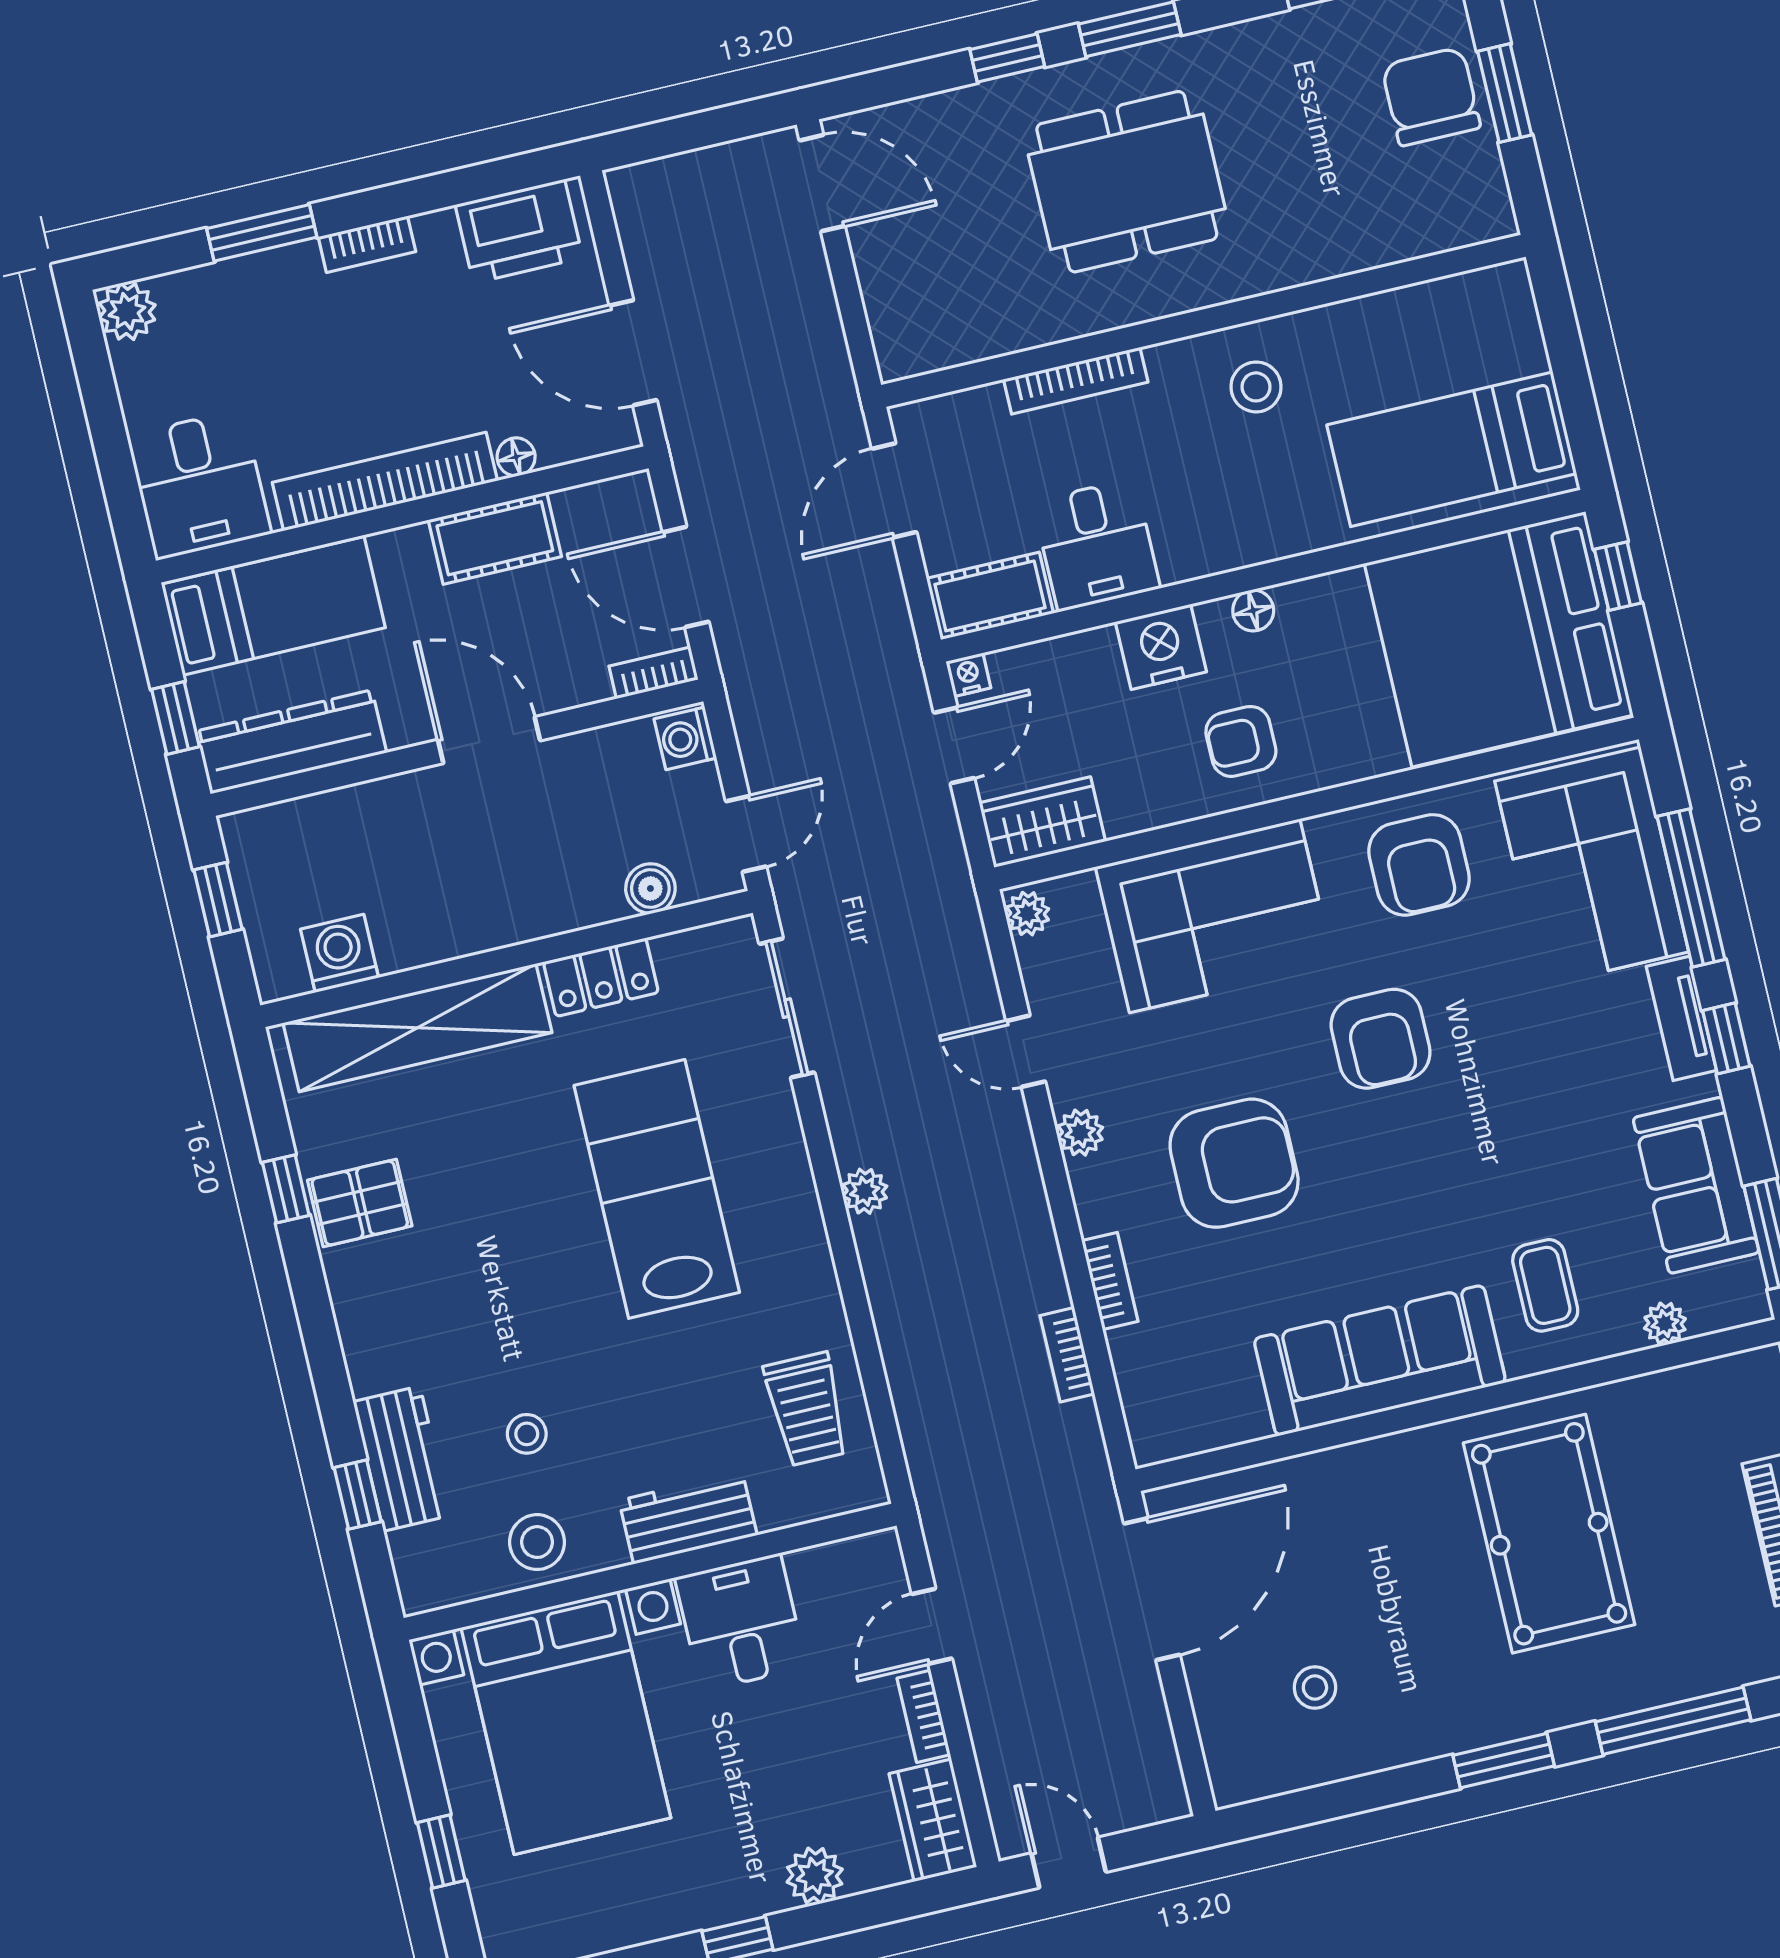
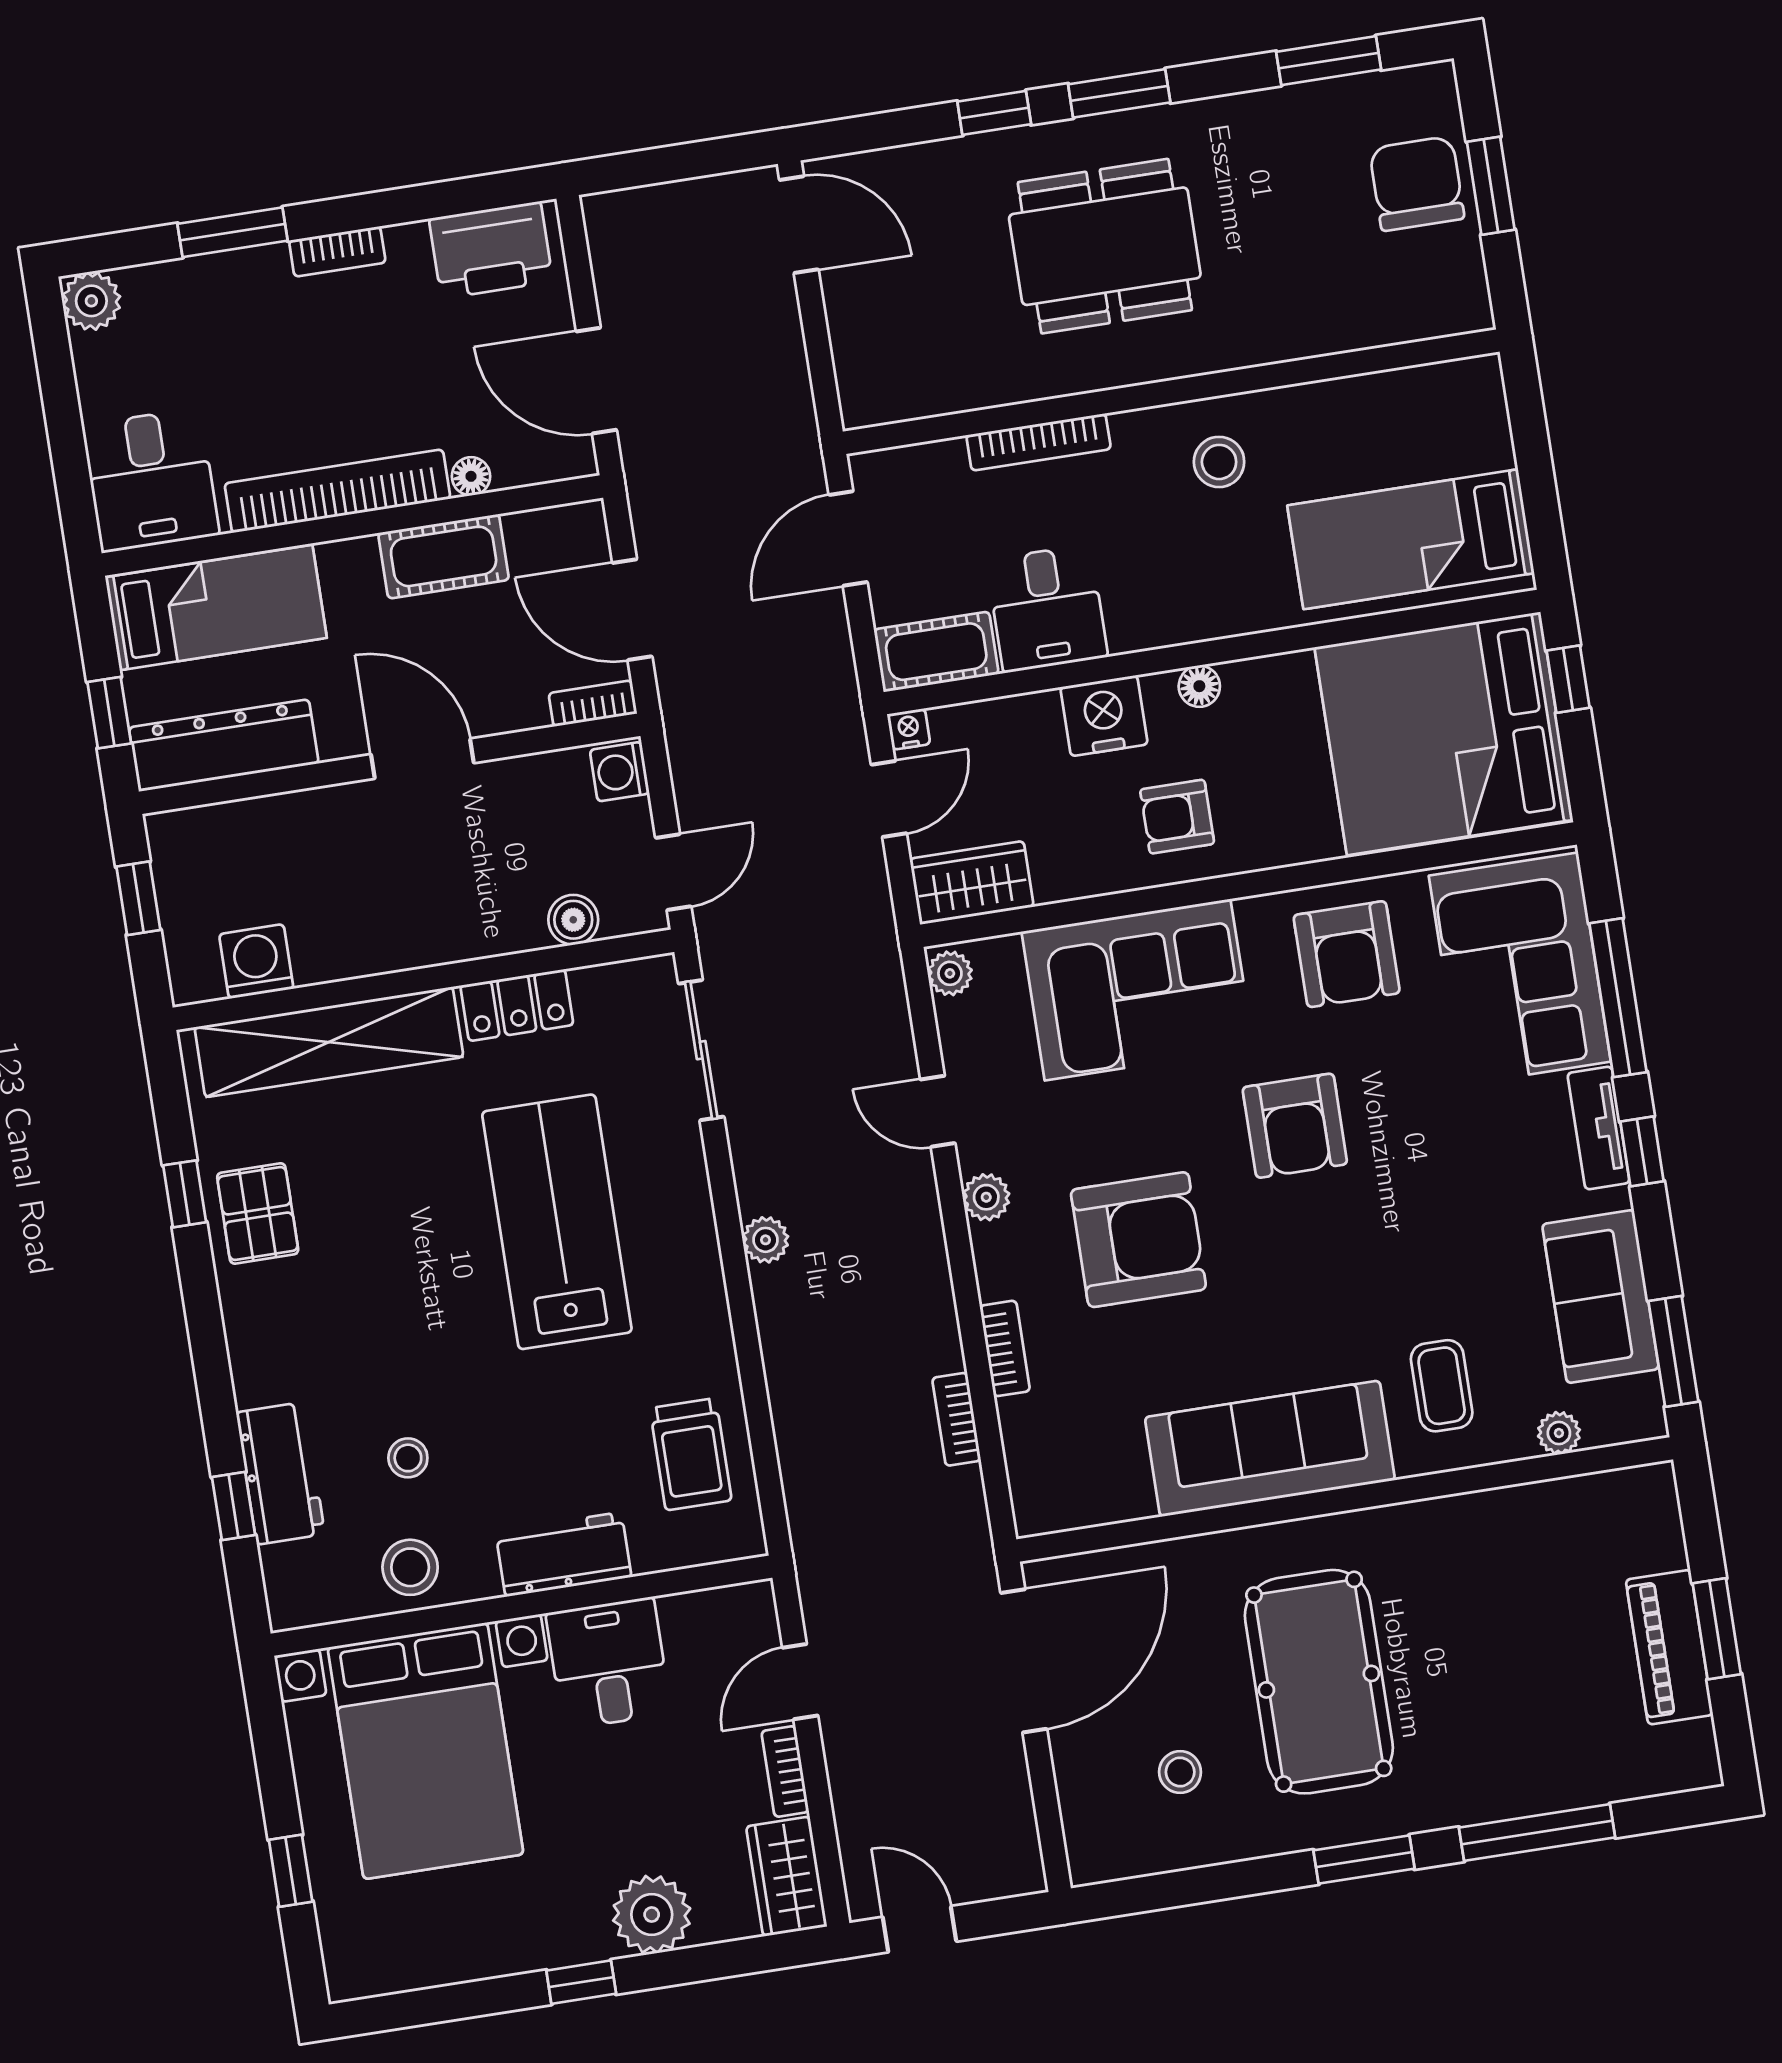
pallet: (360, 1203) -> (258, 1214), turned 90
pool table: (1549, 1534) -> (1319, 1682), moved
plant: (815, 1876) -> (652, 1915), width x1.36, depth x1.36

